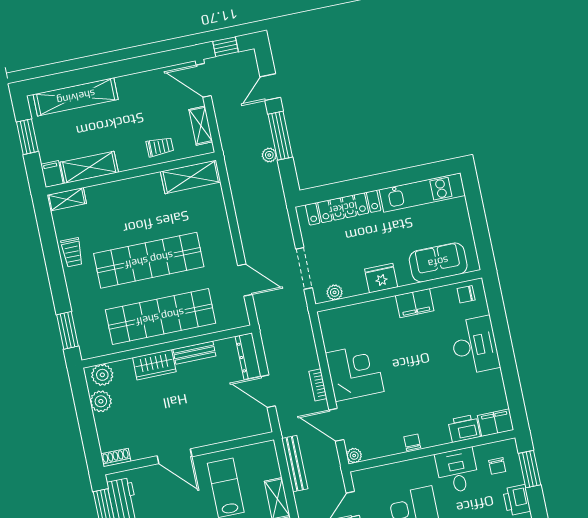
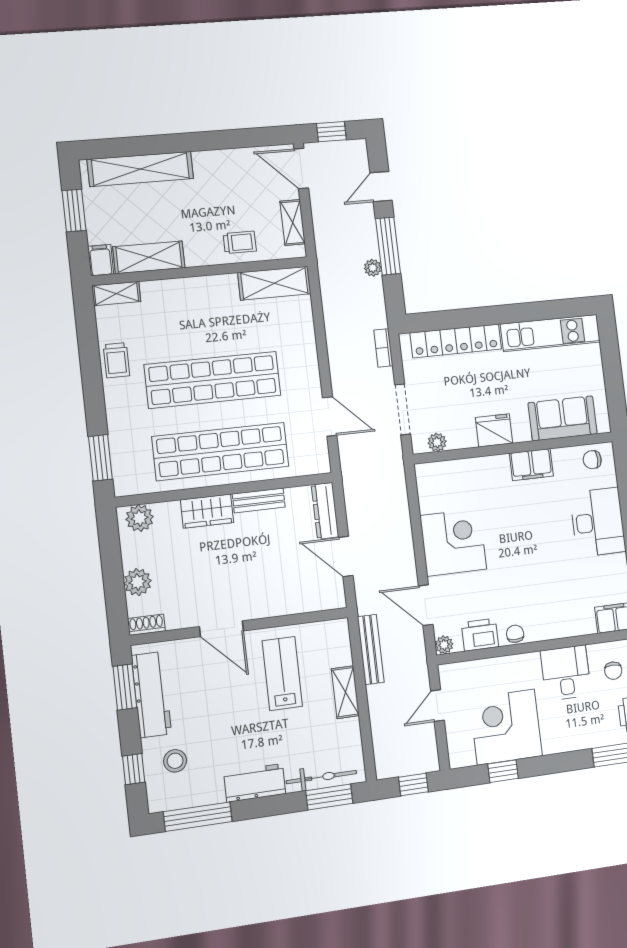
bookcase: (318, 385) -> (383, 348), moved
plant: (101, 401) -> (138, 582), moved
printer: (464, 428) -> (480, 635), moved

